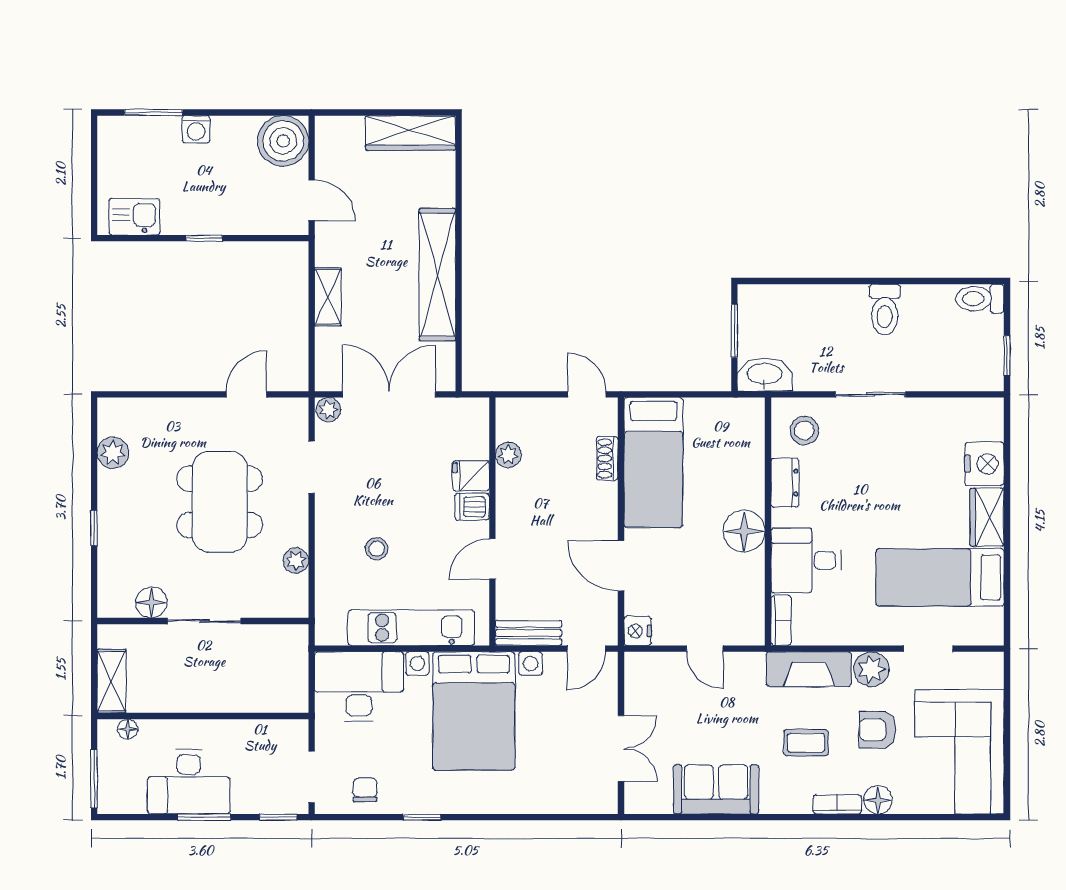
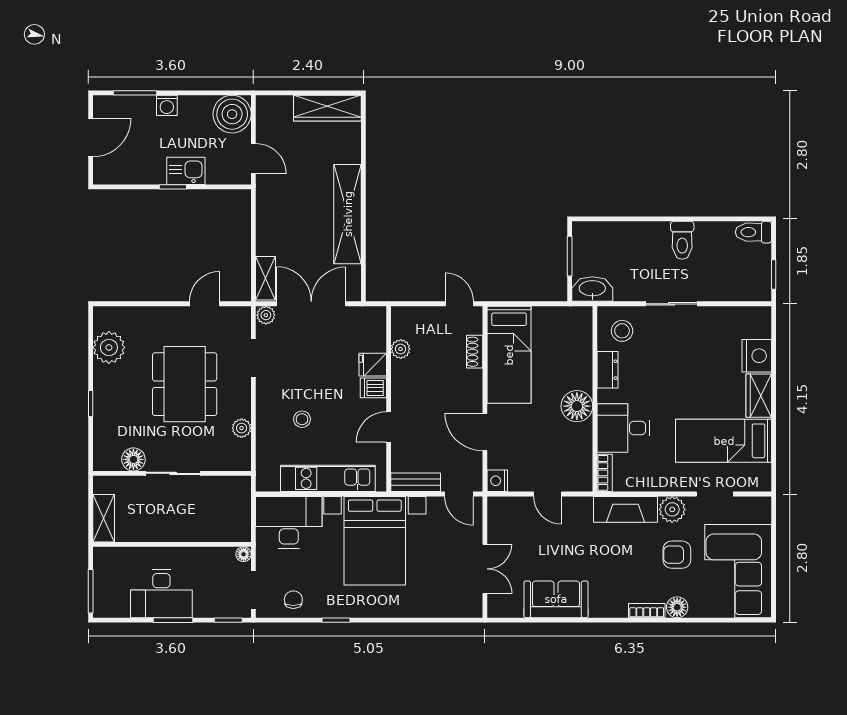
door: (94, 172) -> (91, 138), added
kitchen sink: (134, 217) -> (186, 171), moved
shelving: (328, 297) -> (265, 278), moved
plant: (113, 453) -> (109, 347), width x1.36, depth x1.36
door: (586, 649) -> (459, 494), hinge flipped
floor lamp: (128, 729) -> (244, 554), moved
coffee table: (806, 743) -> (623, 564), removed

